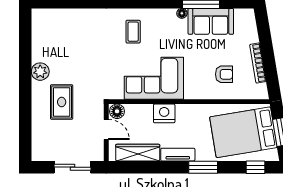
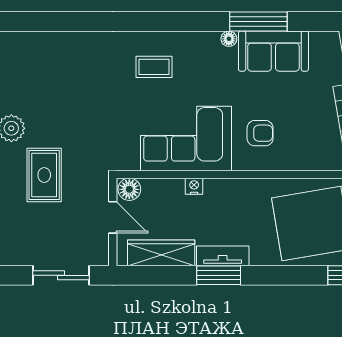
coffee table: (133, 32) -> (154, 67), turned 90
armchair: (224, 74) -> (260, 133), moved
nightstand: (164, 113) -> (194, 186), width x0.53, depth x0.56
window: (203, 167) -> (219, 275), moved

